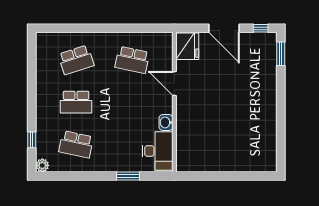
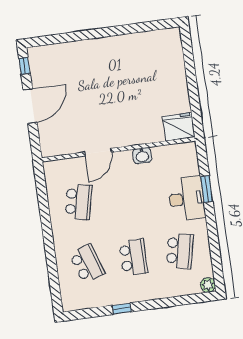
fridge: (187, 46) -> (179, 127), moved
window: (281, 54) -> (49, 40), removed
window: (32, 140) -> (122, 309), moved
desk: (158, 151) -> (187, 199), moved, turned 90

